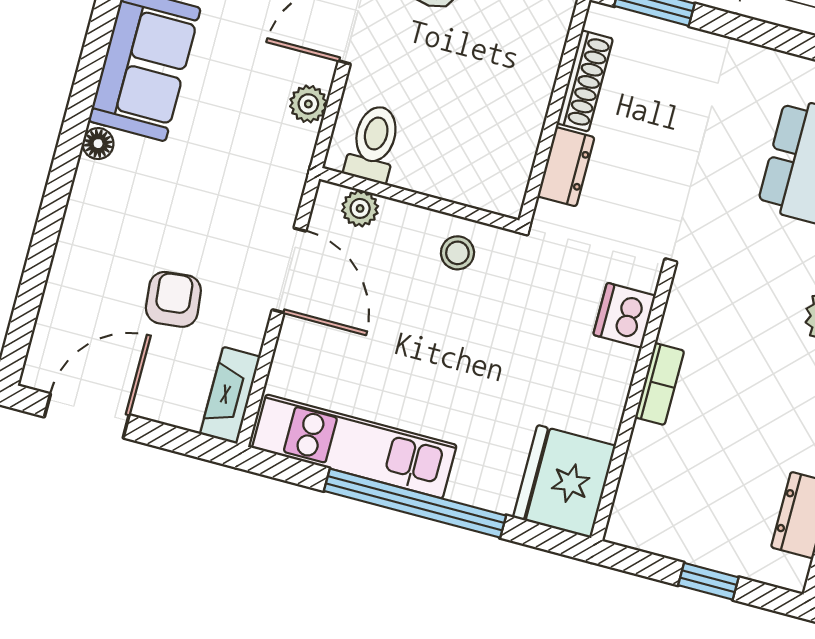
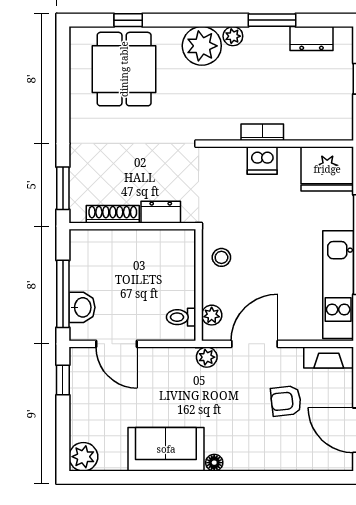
plant: (308, 104) -> (207, 357), moved
toilet: (374, 143) -> (181, 317), width x0.73, depth x0.72
dishwasher: (624, 315) -> (262, 160), moved

